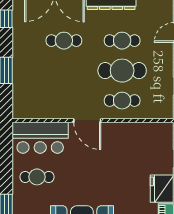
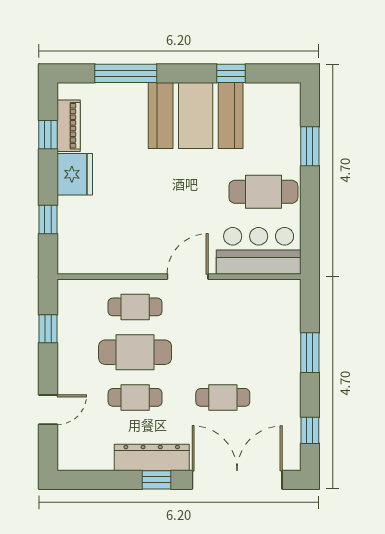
door: (87, 121) -> (188, 277), hinge flipped
cafe table: (37, 177) -> (263, 192), width x1.37, depth x1.35

